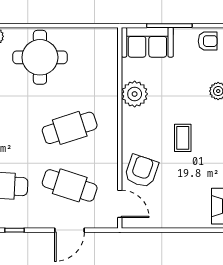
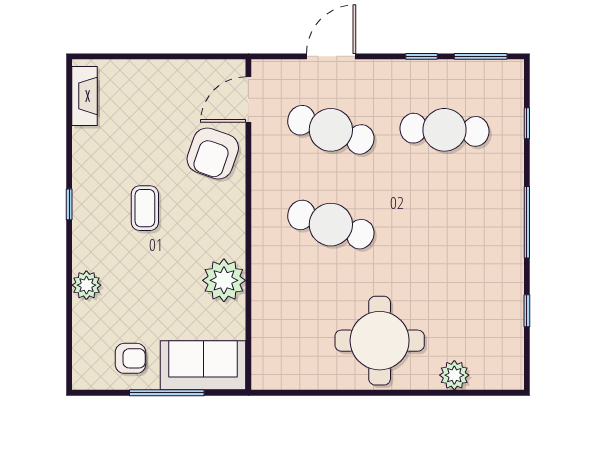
armchair: (208, 41) -> (130, 358), moved, turned 180
cafe table: (70, 128) -> (331, 225), turned 36
door: (120, 204) -> (248, 100), hinge flipped

